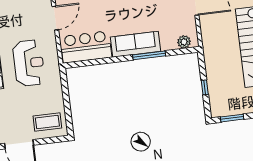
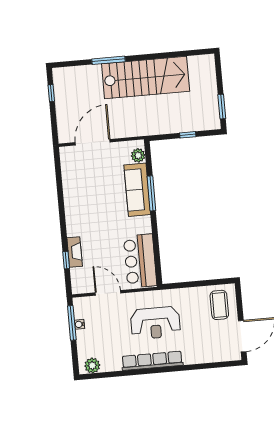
sofa: (135, 44) -> (137, 190), moved
reception desk: (29, 63) -> (155, 323), turned 180

